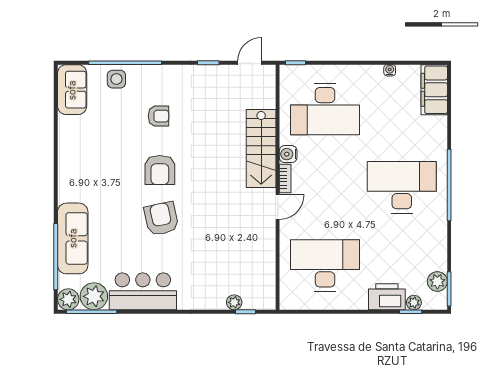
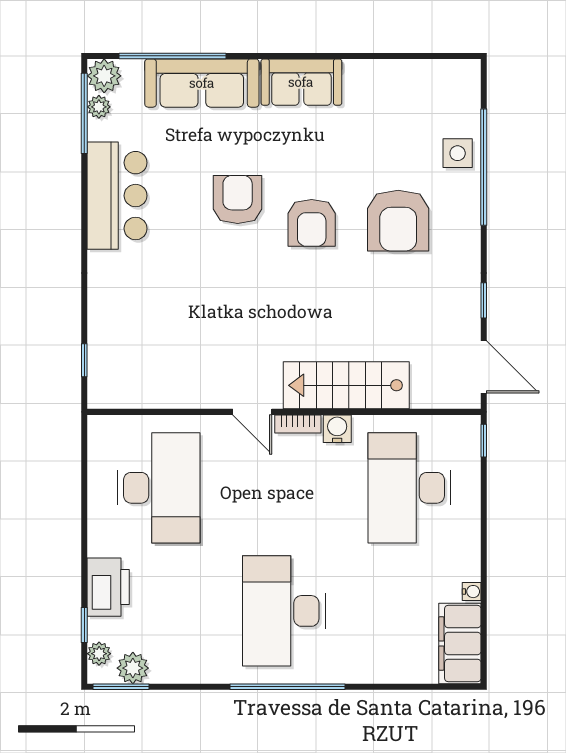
door: (250, 63) -> (484, 367), width x1.38
sofa: (72, 90) -> (301, 82), moved
filing cabinet: (434, 90) -> (460, 643), moved, turned -90
armchair: (158, 116) -> (398, 221), width x1.88, depth x1.88
armchair: (160, 170) -> (312, 223), turned -90
desk: (402, 187) -> (284, 611), turned 180
armchair: (161, 219) -> (238, 199), moved, turned -78
plant: (94, 296) -> (99, 107), width x0.53, depth x0.53
plant: (234, 302) -> (99, 342), removed
plant: (414, 303) -> (99, 654), moved

